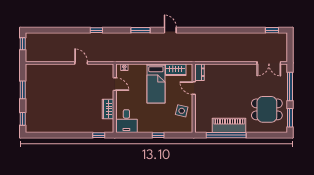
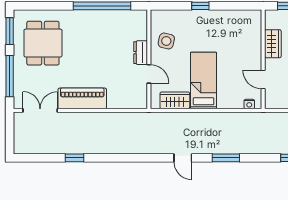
window: (272, 30) -> (75, 158), moved
dresser: (199, 72) -> (141, 53), moved
dining table: (267, 109) -> (43, 43), turned 90
desk: (126, 121) -> (246, 26), removed
piano: (229, 125) -> (82, 98), moved, turned 180

